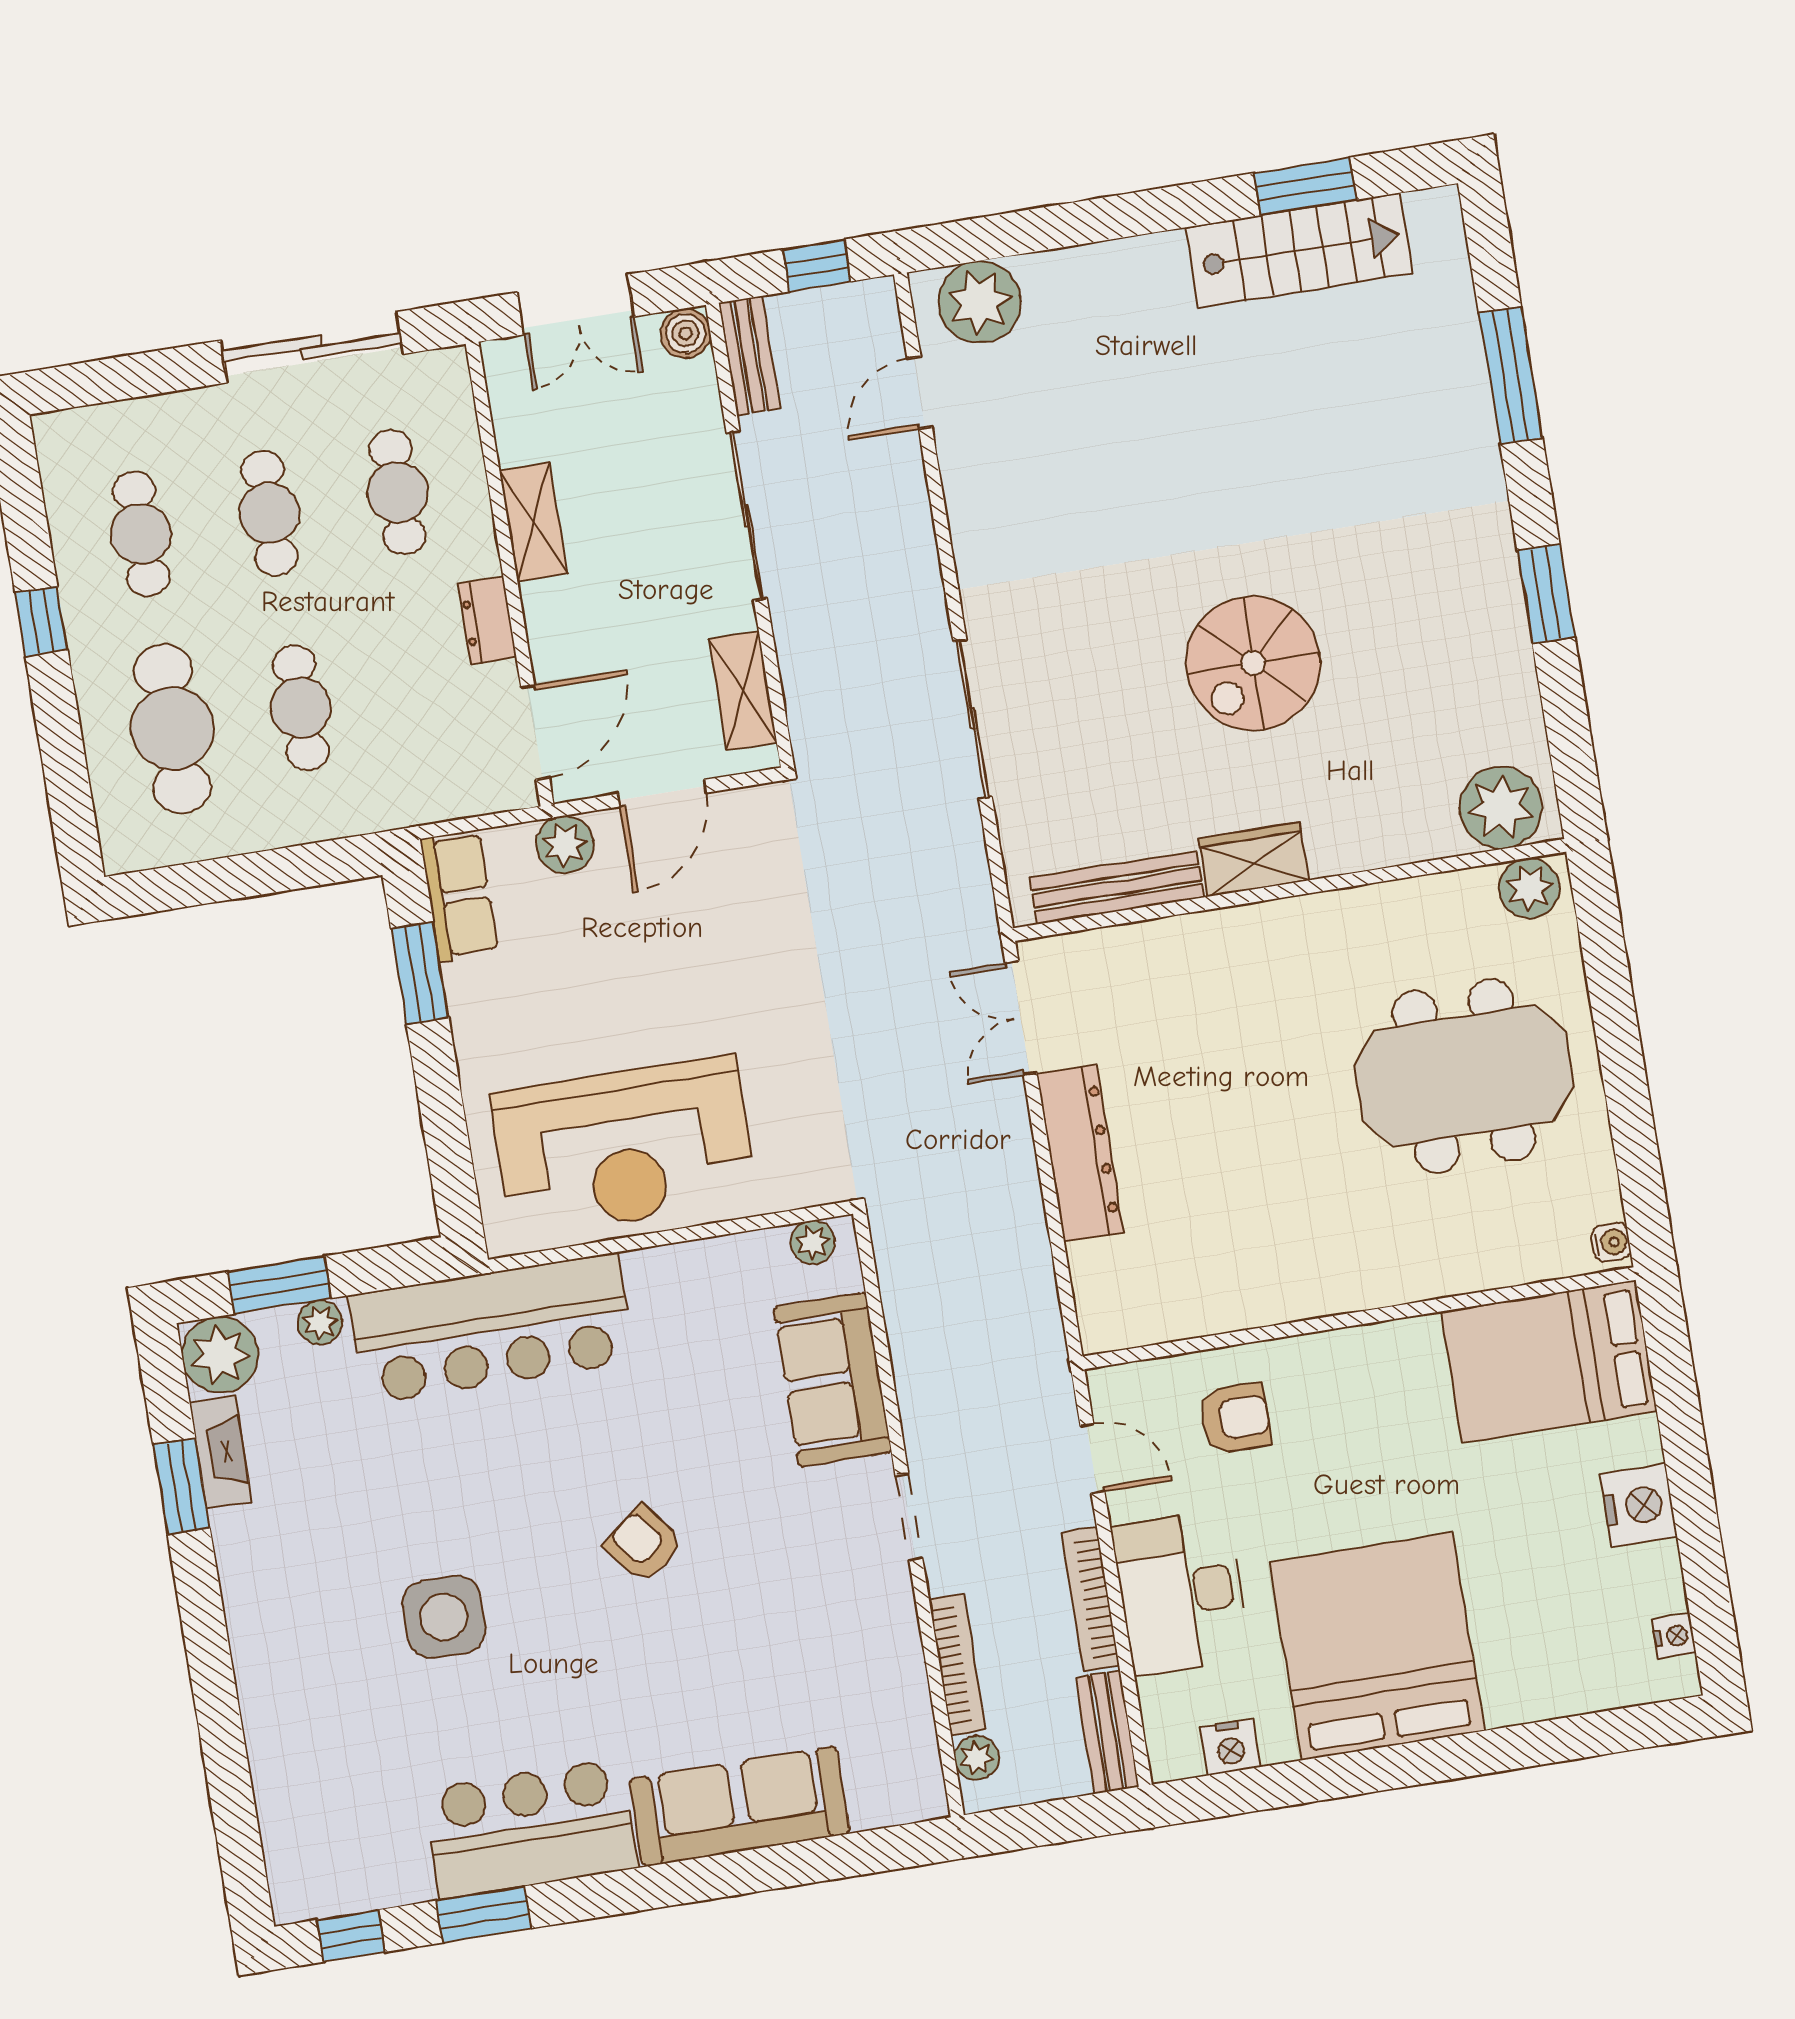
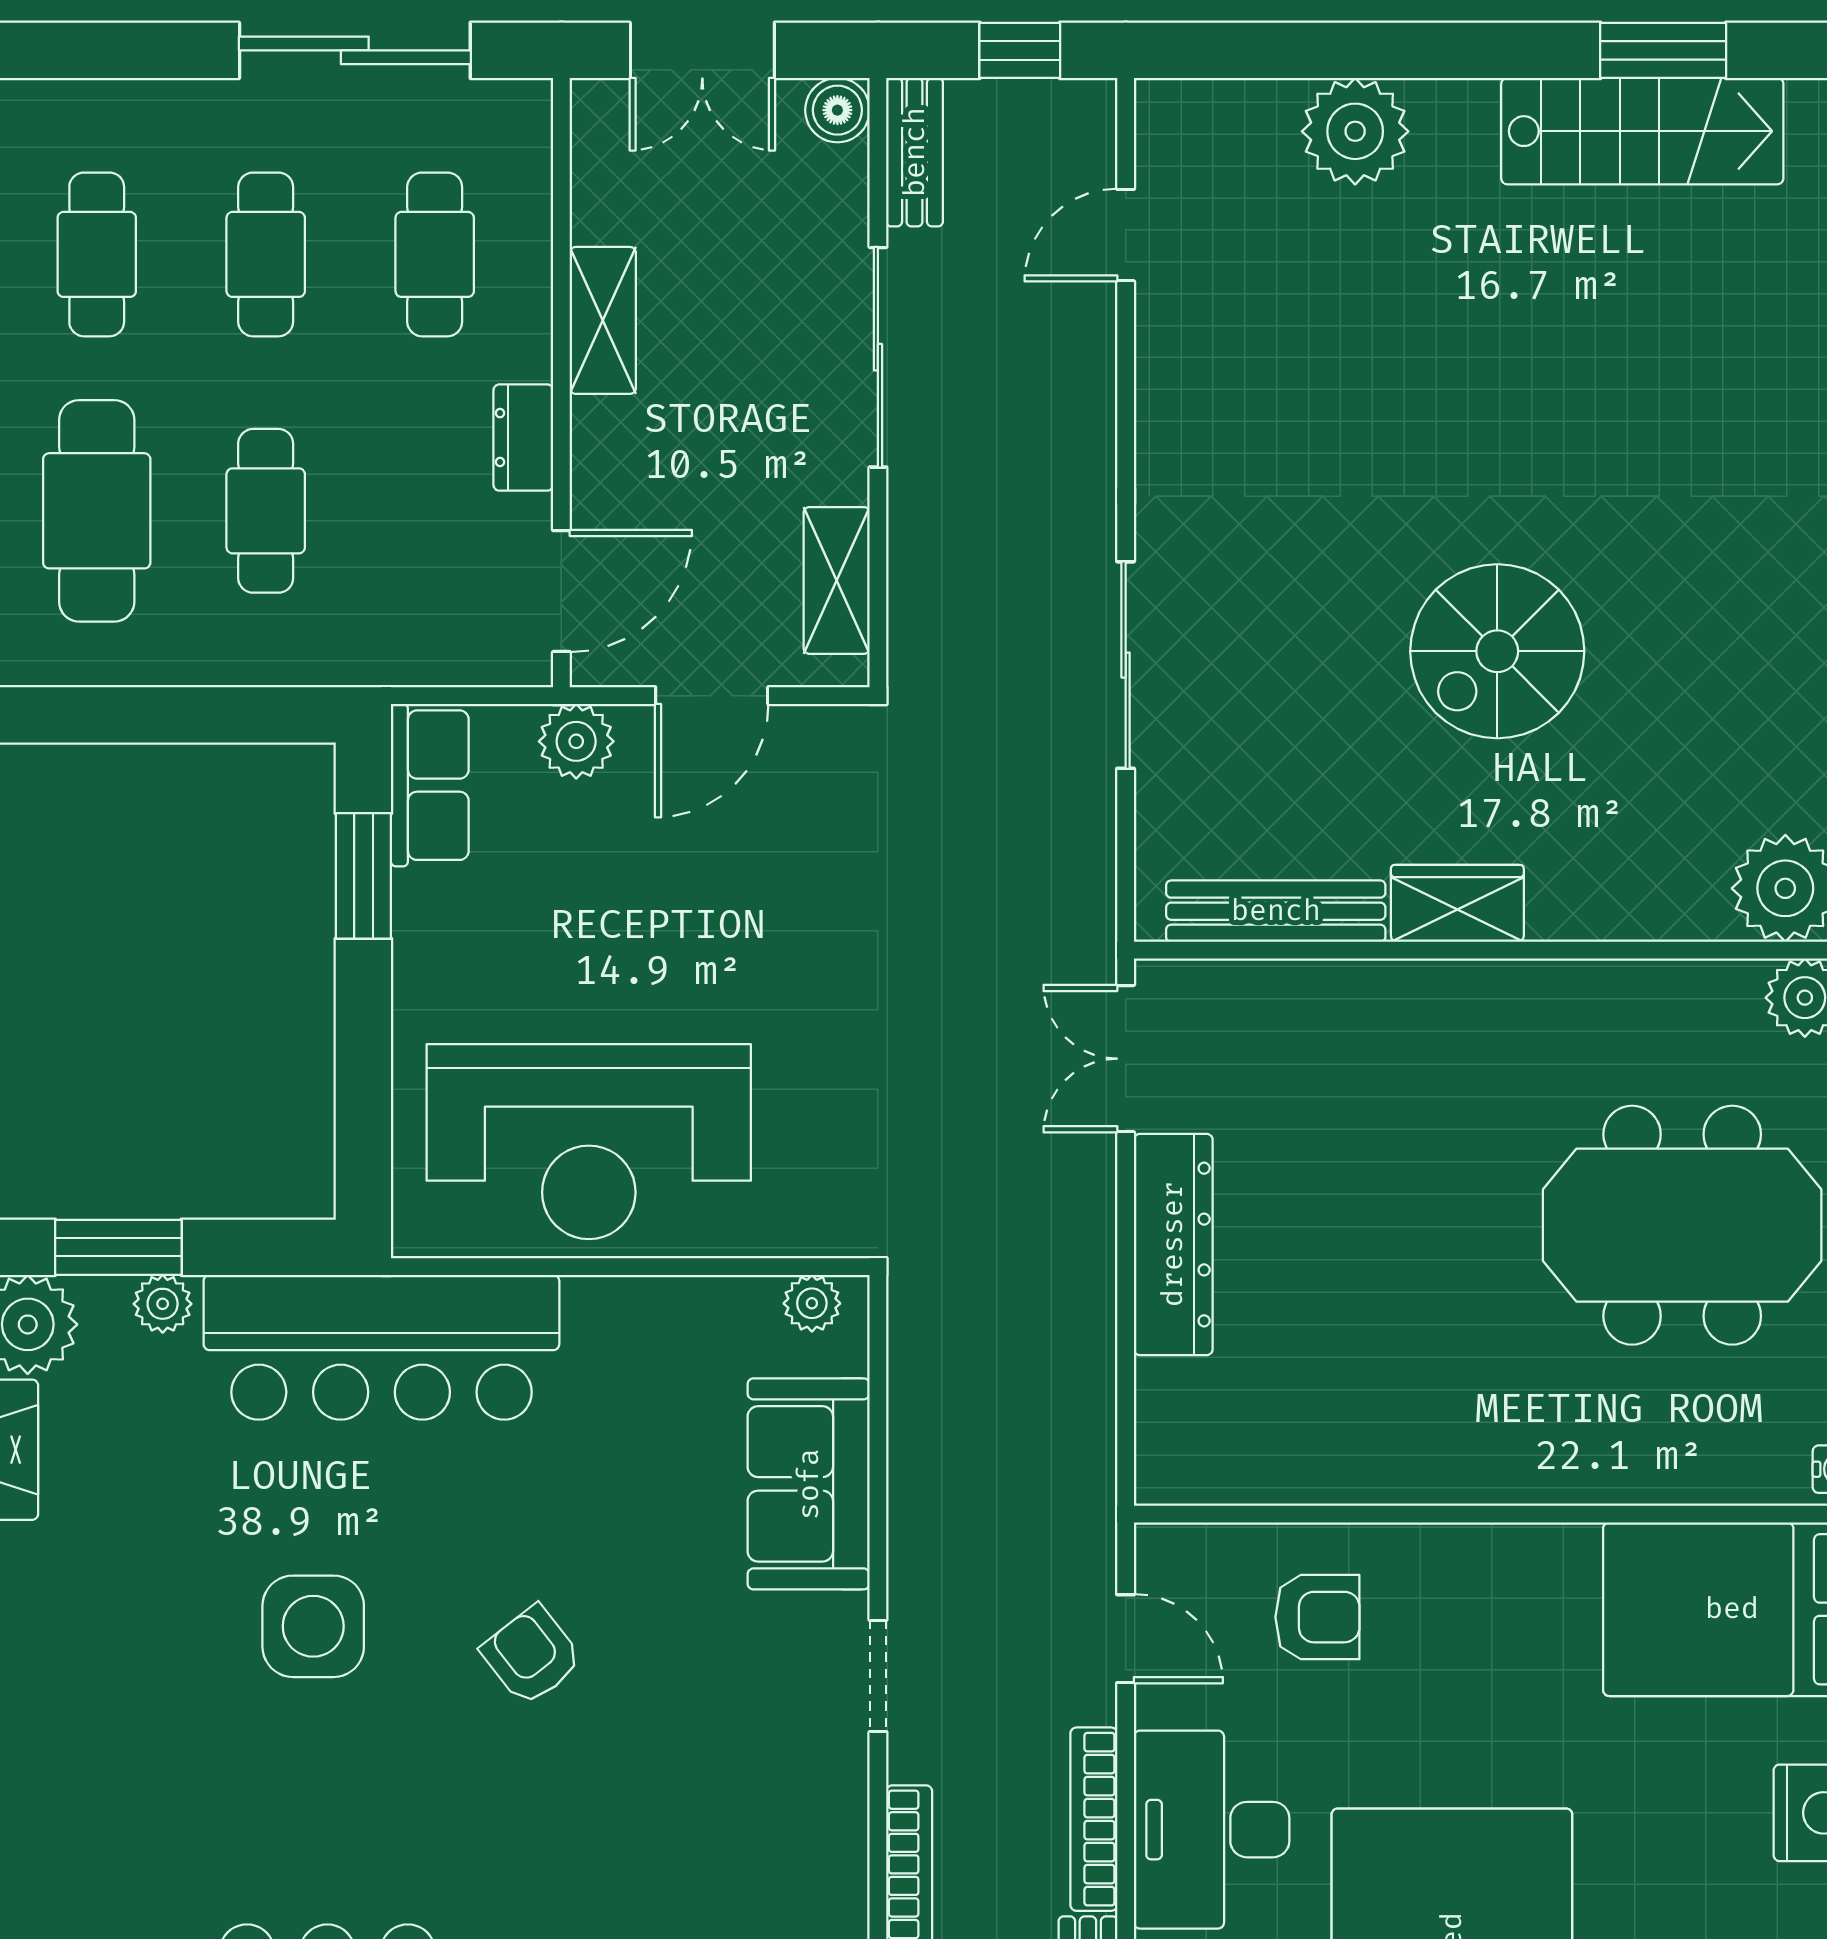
plant: (980, 302) -> (1355, 131), moved
side table: (444, 1617) -> (313, 1626), moved

